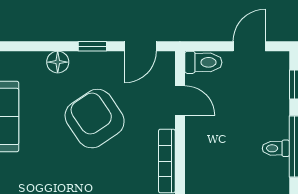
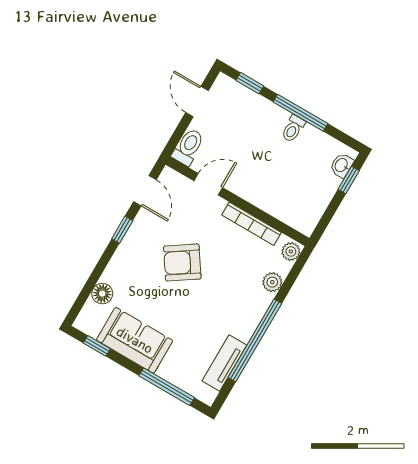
floor lamp: (58, 62) -> (102, 294), moved
armchair: (95, 119) -> (182, 262), width x0.73, depth x0.73

